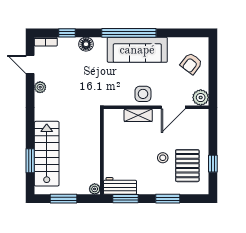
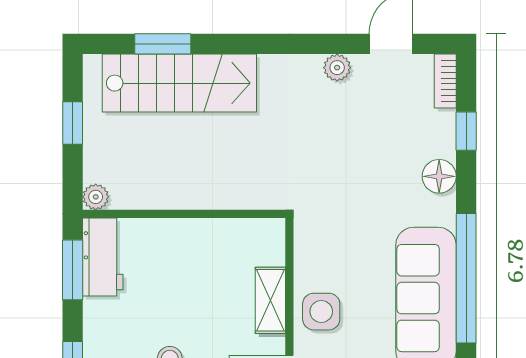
window: (64, 199) -> (73, 123), width x0.67

